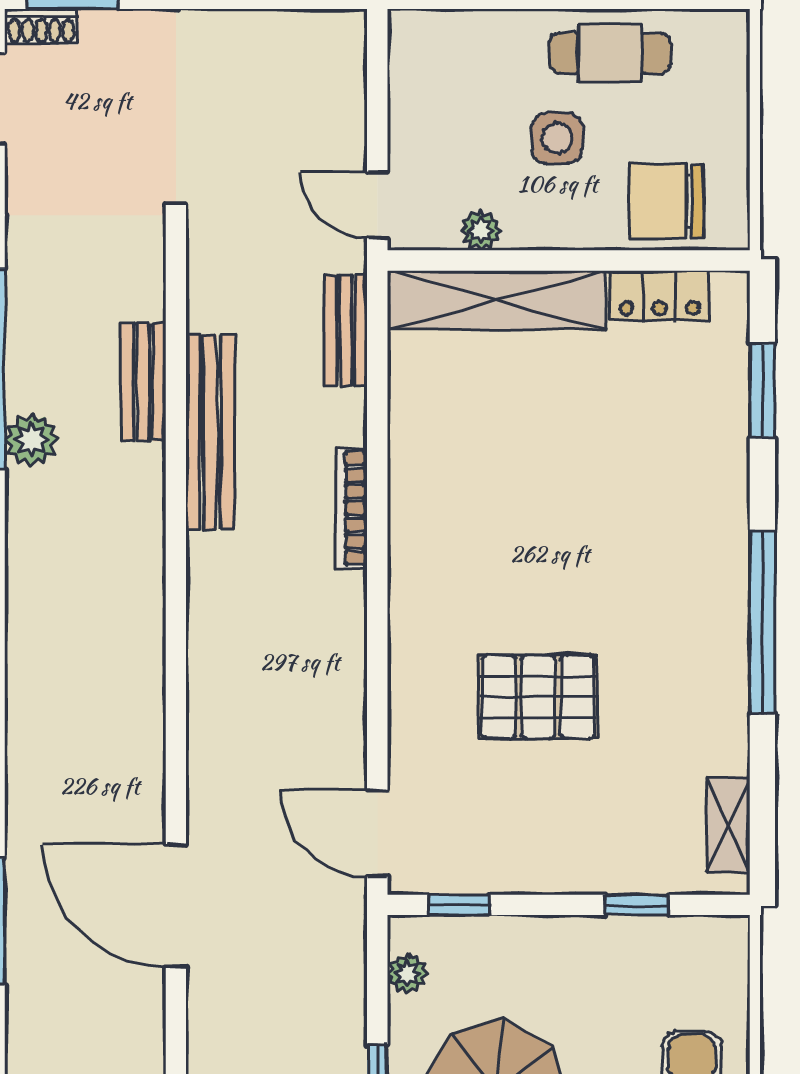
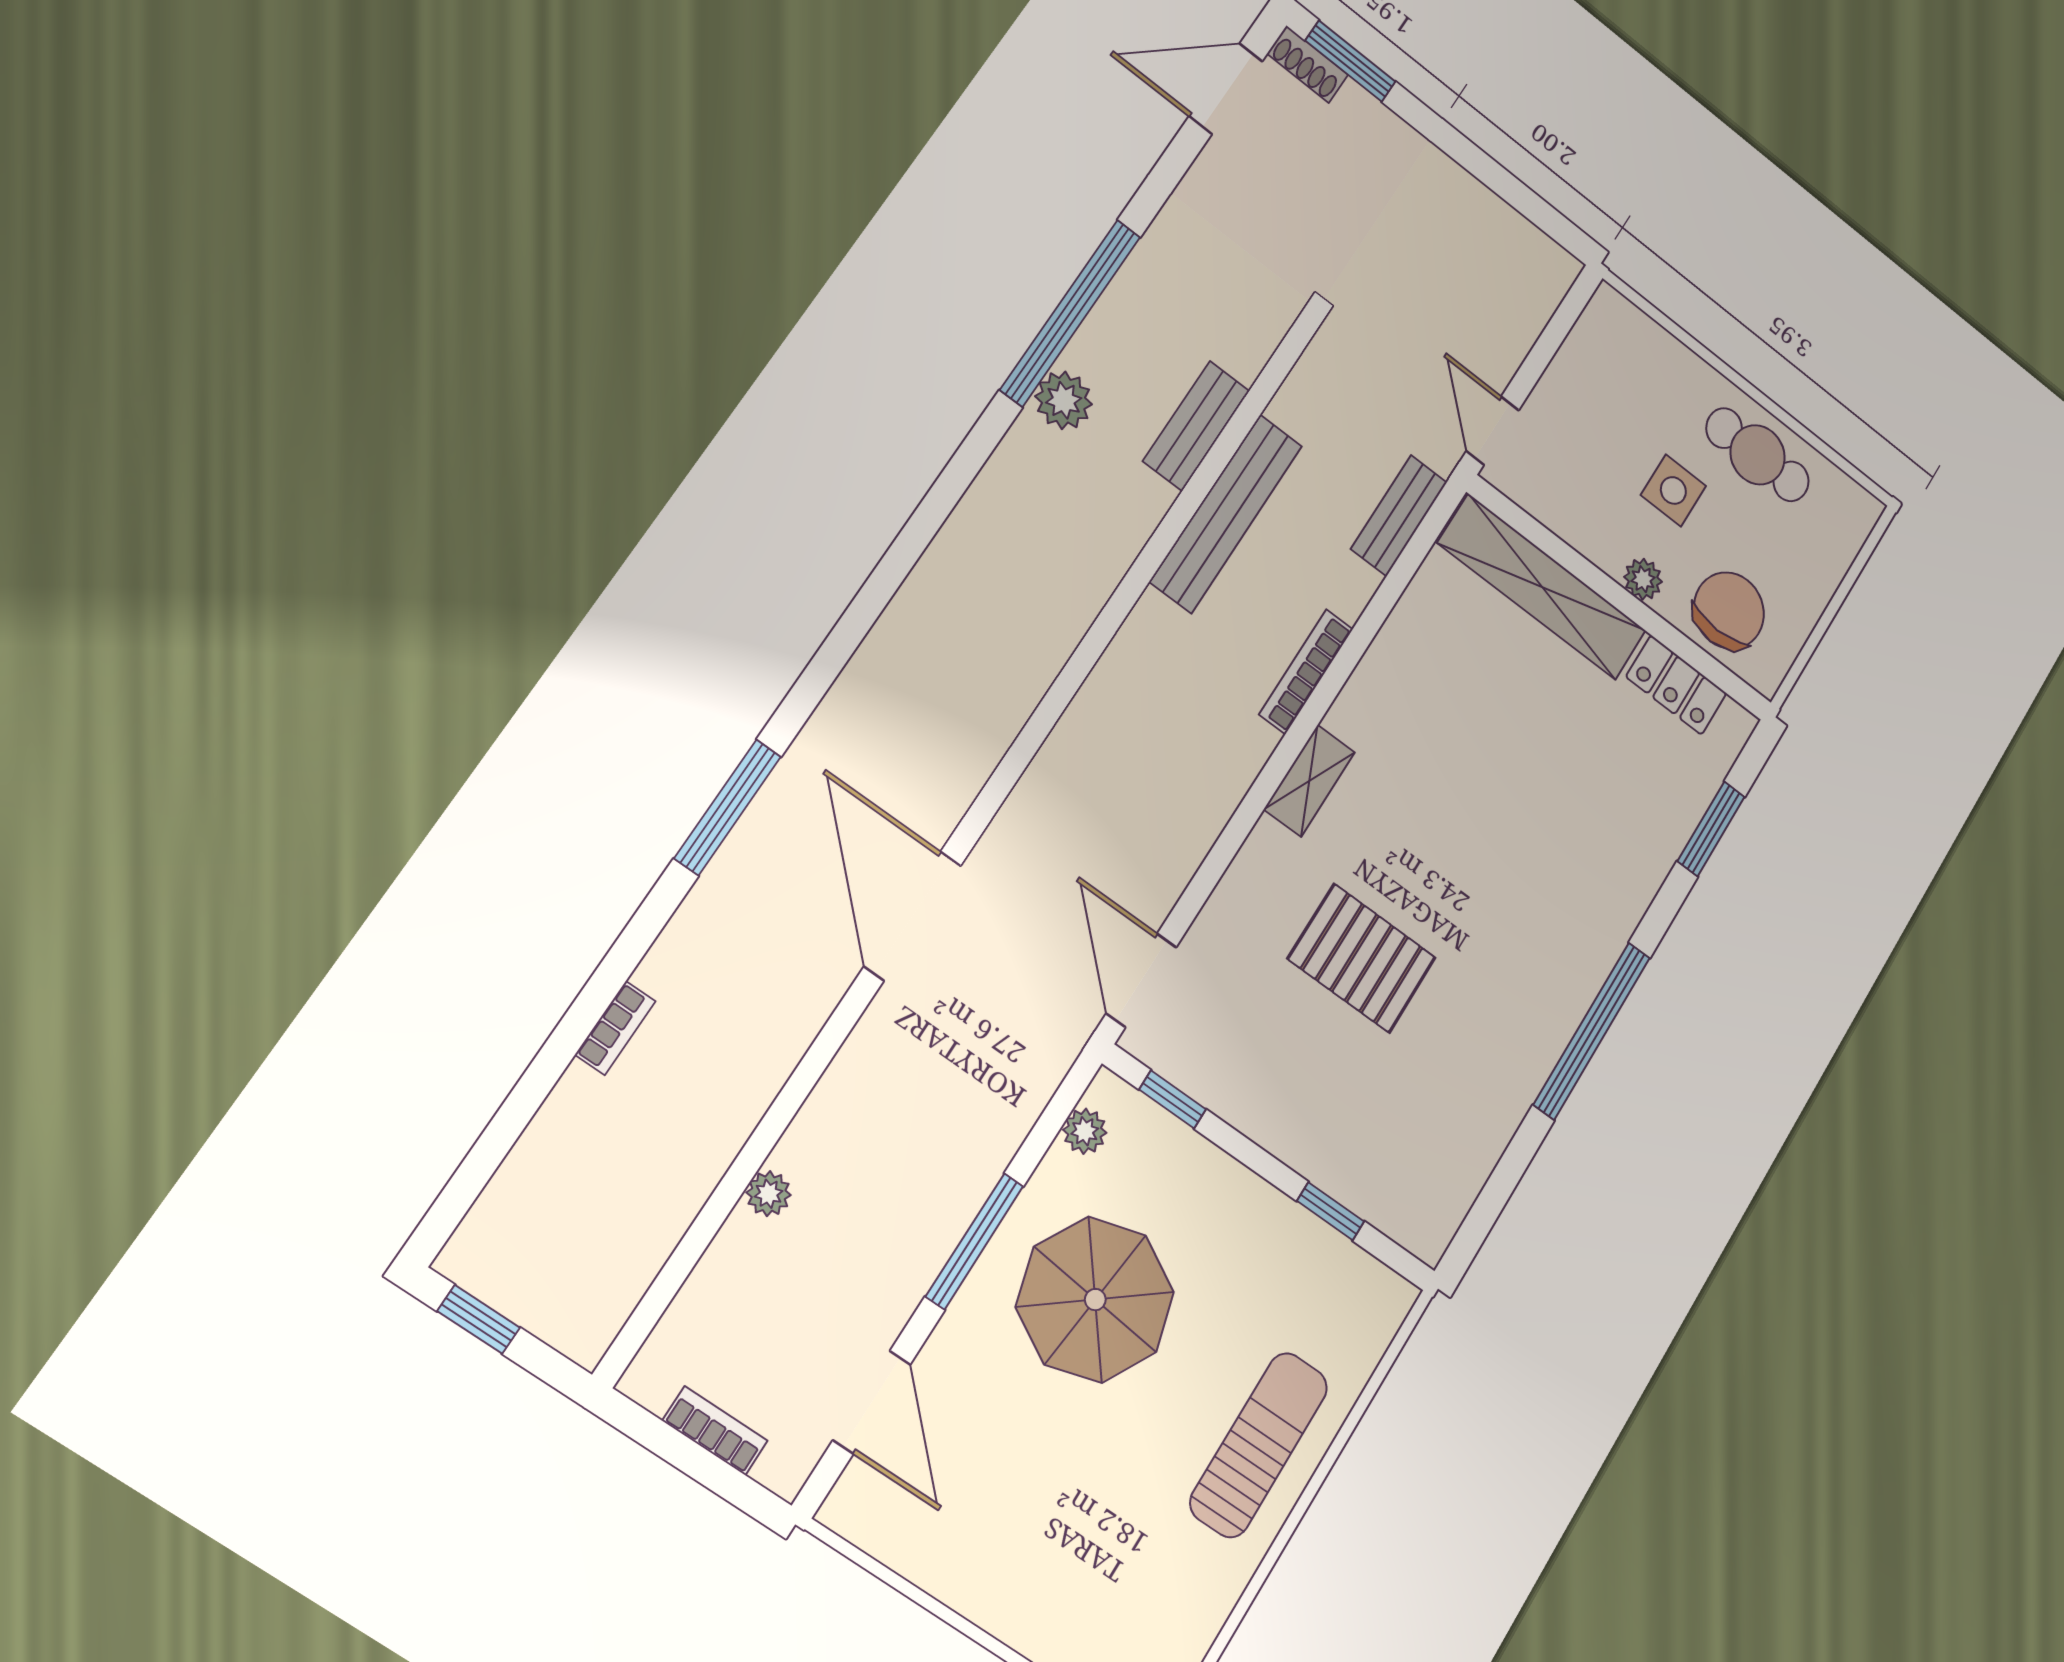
chair: (666, 201) -> (1729, 611), turned 90
plant: (481, 230) -> (1643, 579), moved
shelving: (728, 825) -> (1309, 781), moved

